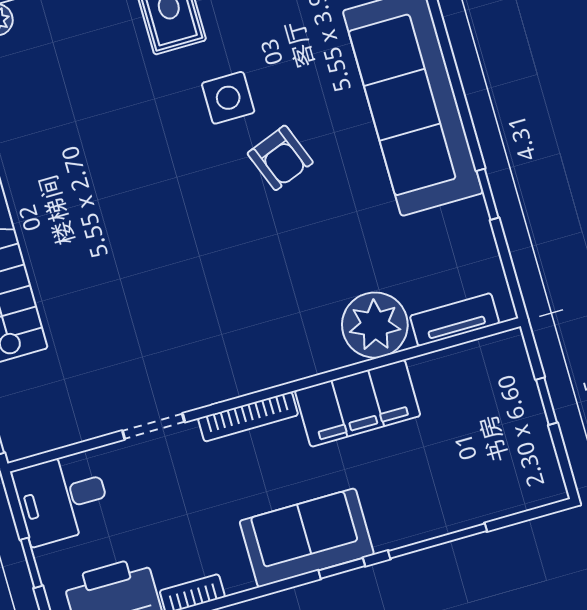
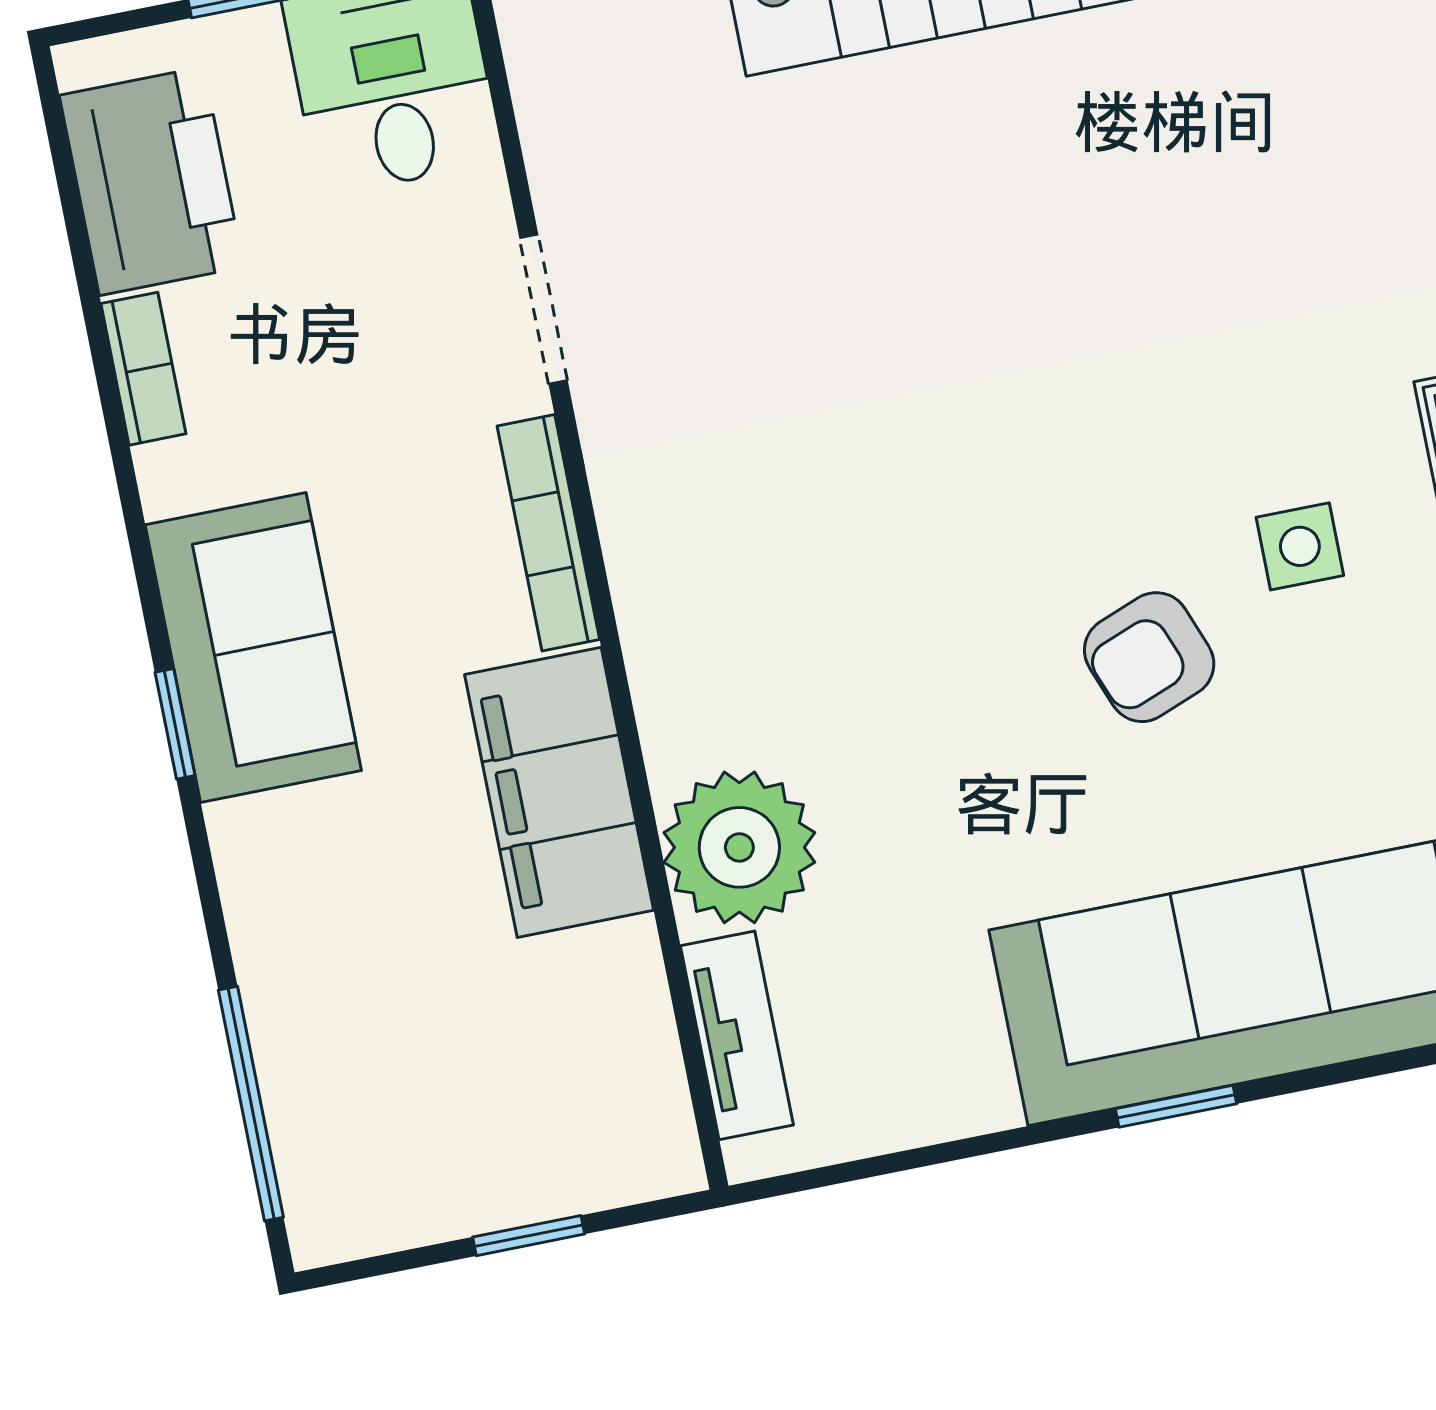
side table: (228, 98) -> (1300, 546), width x0.73, depth x0.73
window: (488, 194) -> (1176, 1106), moved
window: (438, 541) -> (251, 1104), moved

